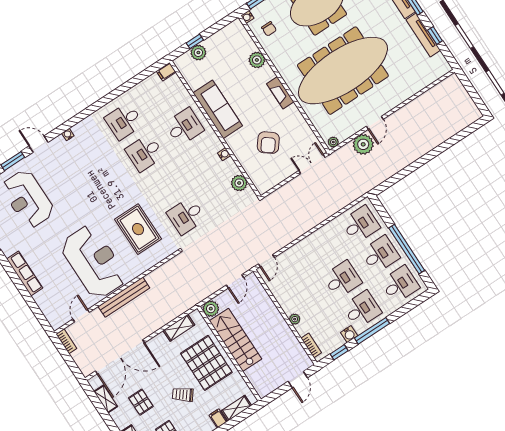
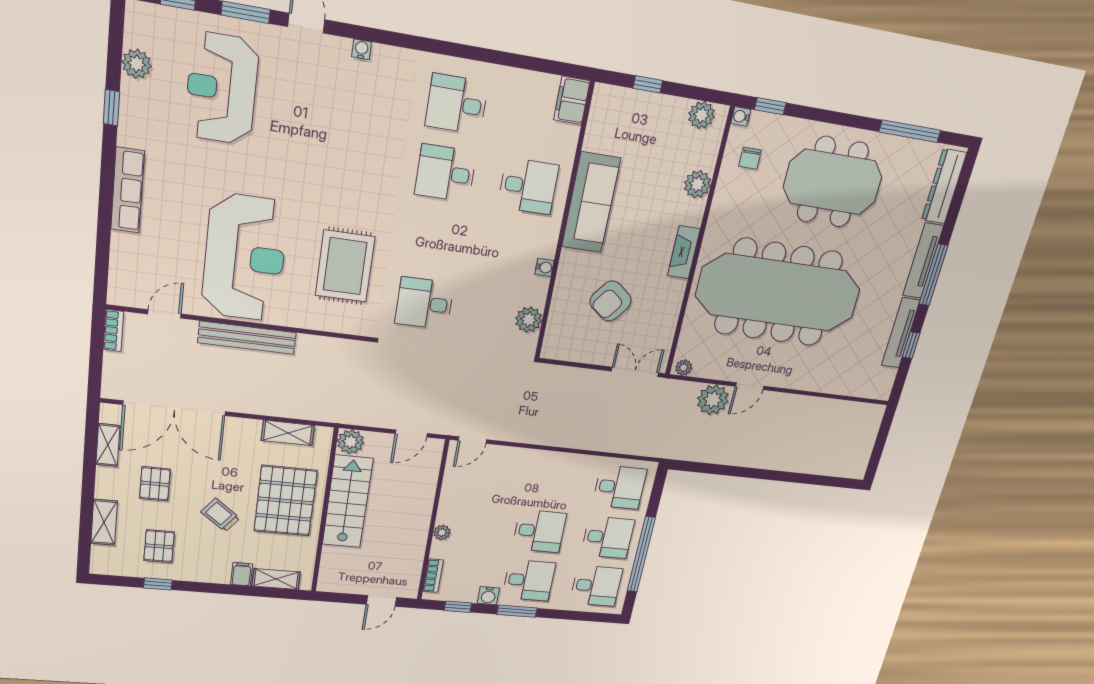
plant: (198, 53) -> (702, 115), moved
filing cabinet: (166, 72) -> (572, 100), width x2.00
window: (372, 331) -> (517, 611), width x0.69

